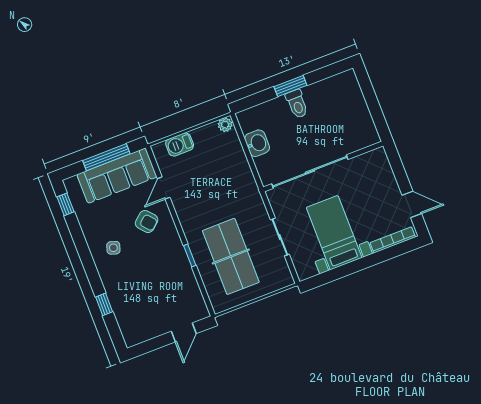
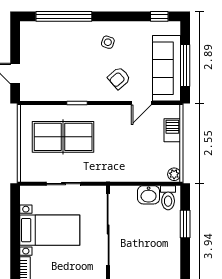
window: (290, 86) -> (185, 224), moved
toilet: (297, 104) -> (168, 198), moved, turned -90
door: (164, 188) -> (141, 103), swing flipped
window: (104, 304) -> (64, 16), width x3.17

